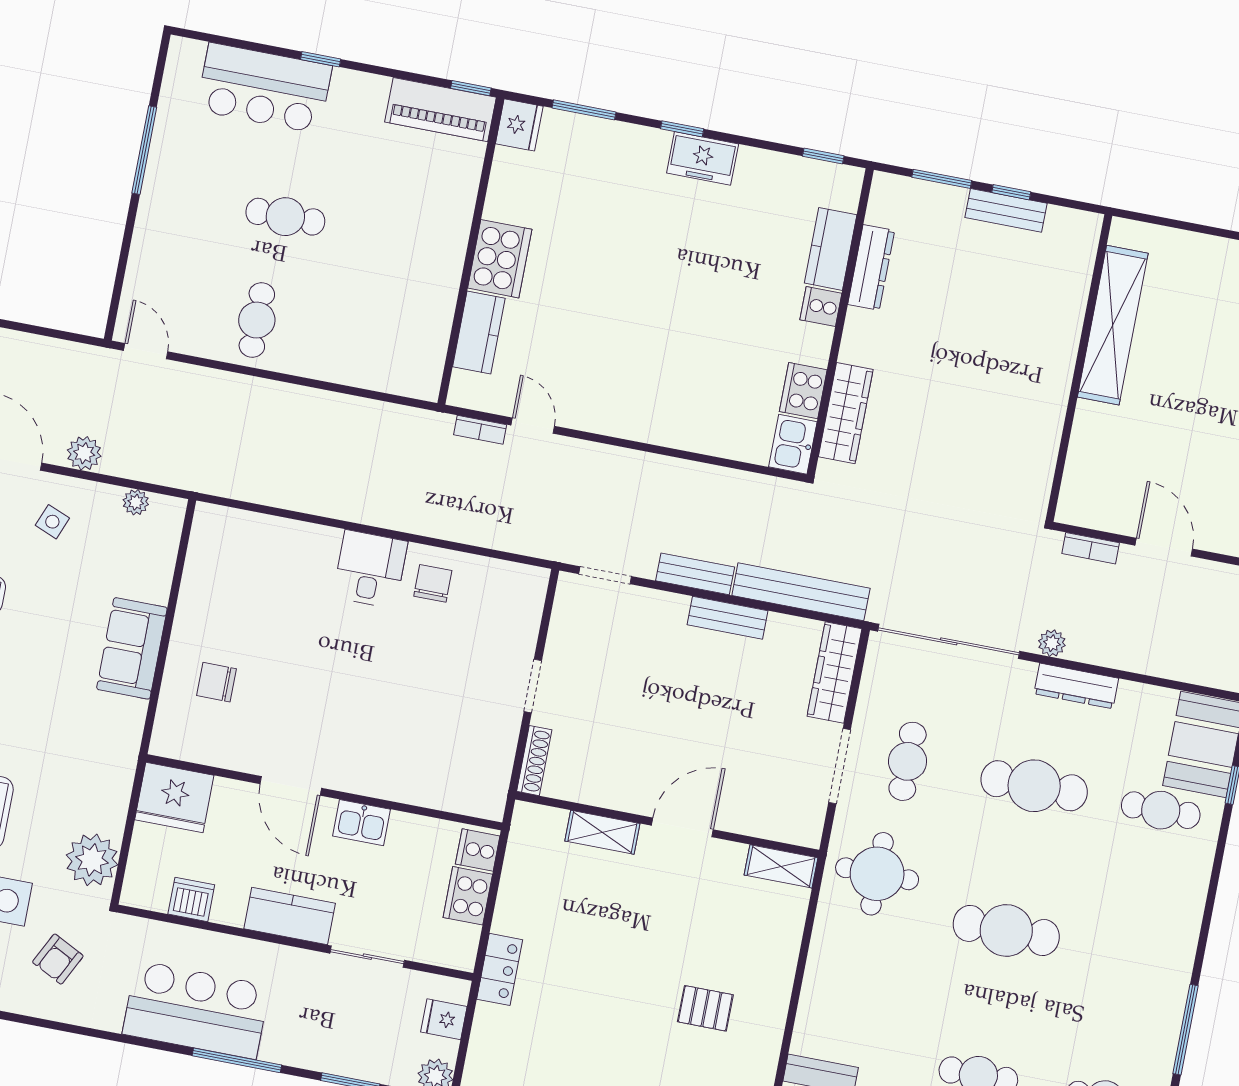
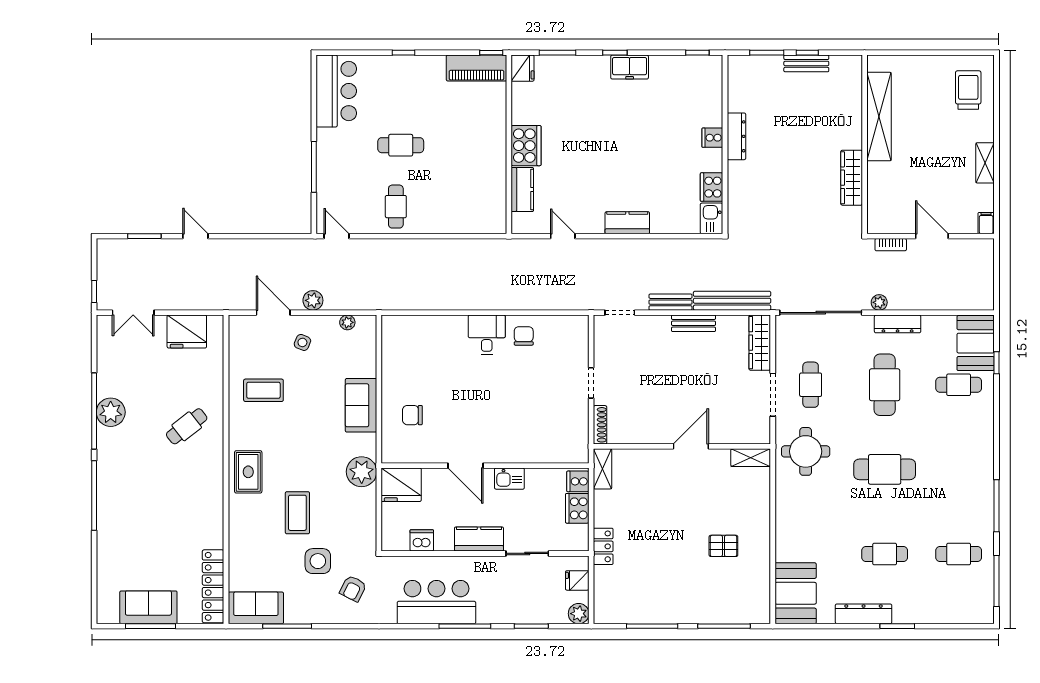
bar counter: (264, 88) -> (336, 91), moved, turned -90
window: (144, 150) -> (314, 167), moved
kitchen counter: (831, 249) -> (627, 223), moved, turned 90
dresser: (871, 267) -> (736, 136), moved
wardrobe: (846, 413) -> (852, 178), moved, turned 180
bookcase: (480, 430) -> (534, 244), removed
cafe table: (1034, 786) -> (885, 385), turned 90
shelving: (602, 832) -> (603, 469), moved, turned 90
plant: (92, 860) -> (362, 472), moved

